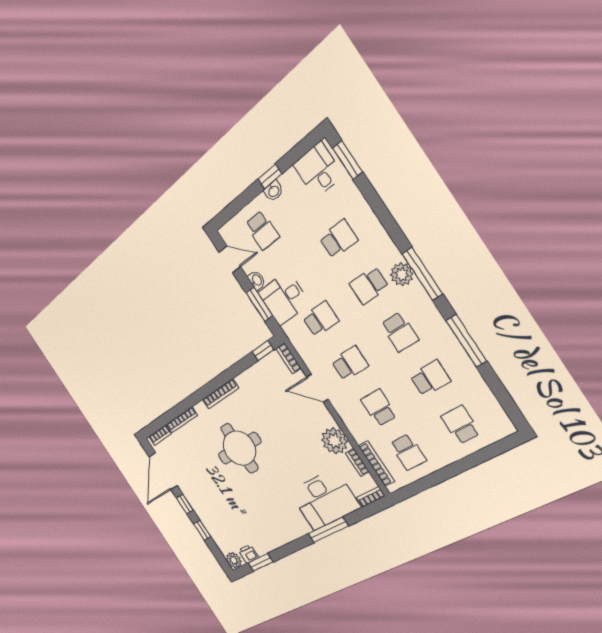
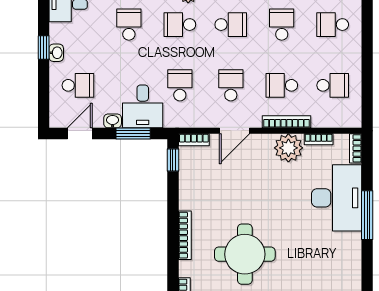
school desk: (369, 285) -> (180, 25), turned 90
bookcase: (376, 464) -> (286, 122), moved

